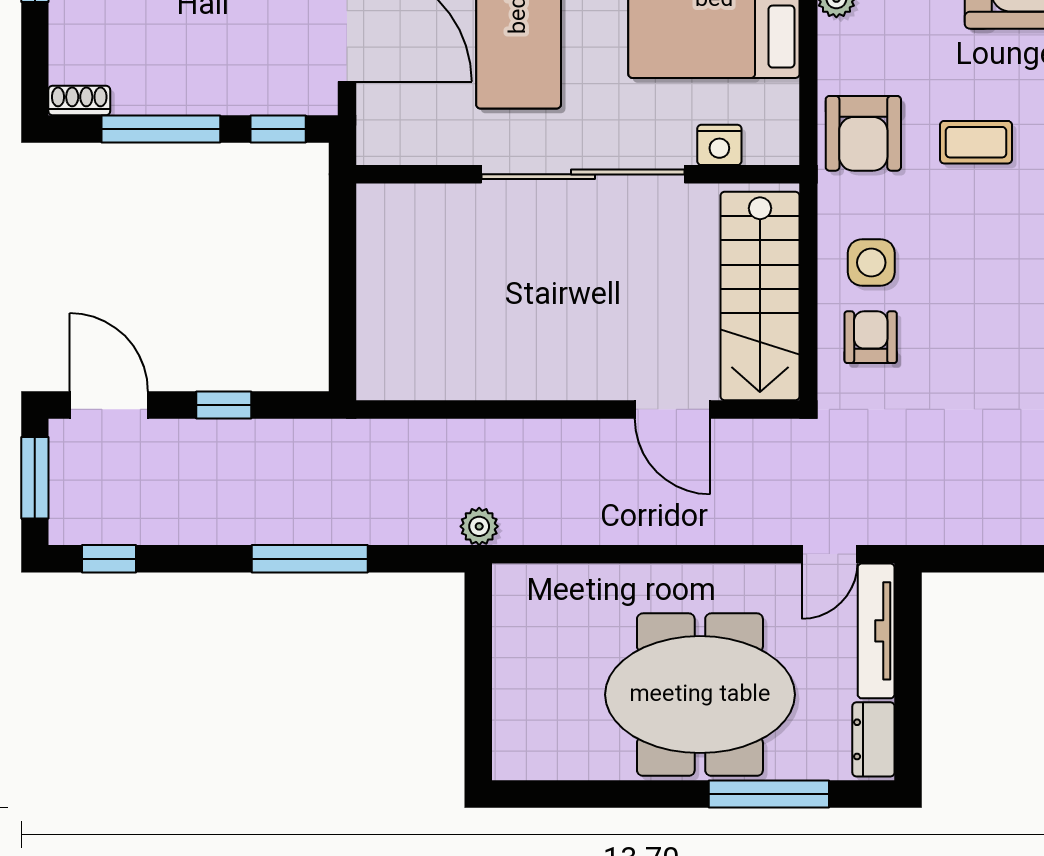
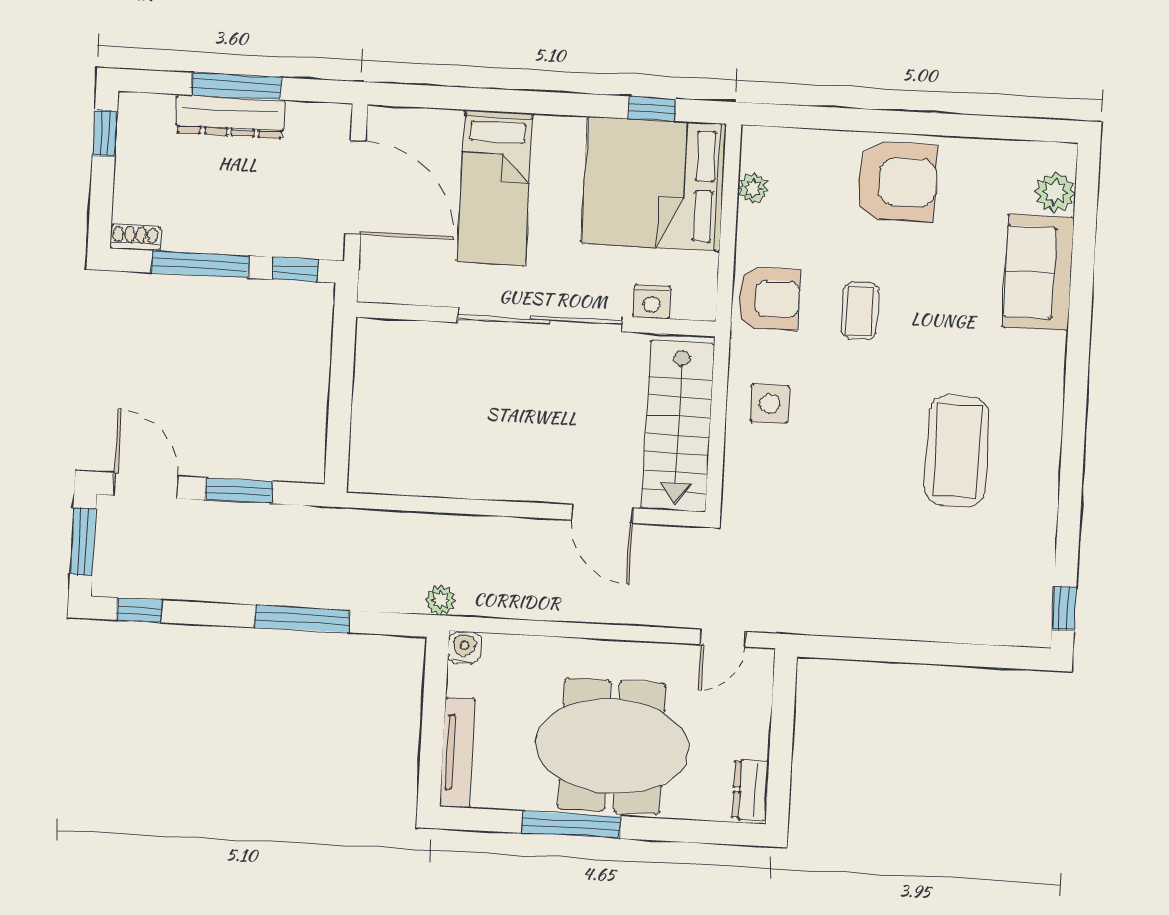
armchair: (863, 133) -> (769, 299), turned -90
coffee table: (976, 142) -> (860, 311), turned 90
armchair: (871, 337) -> (766, 464), removed
window: (224, 405) -> (239, 491), width x1.50
water cooler: (512, 583) -> (464, 648), added
tv unit: (876, 631) -> (457, 753), moved, turned 180
window: (769, 794) -> (571, 825), moved

